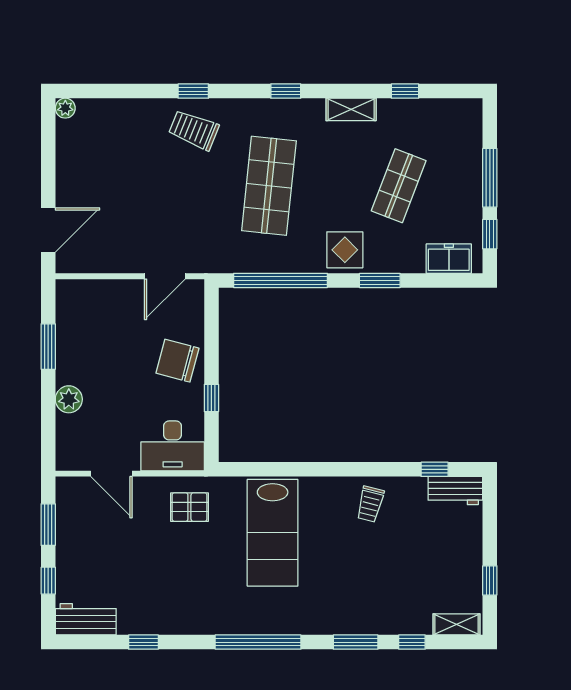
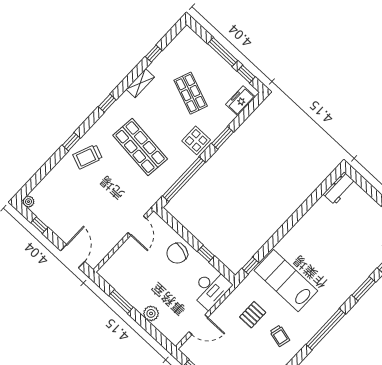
window: (48, 150) -> (39, 225), added
window: (435, 469) -> (250, 266), moved
trolley: (370, 504) -> (280, 336), moved
pallet: (189, 507) -> (253, 315), moved
lab bench: (273, 533) -> (286, 281), turned 180

